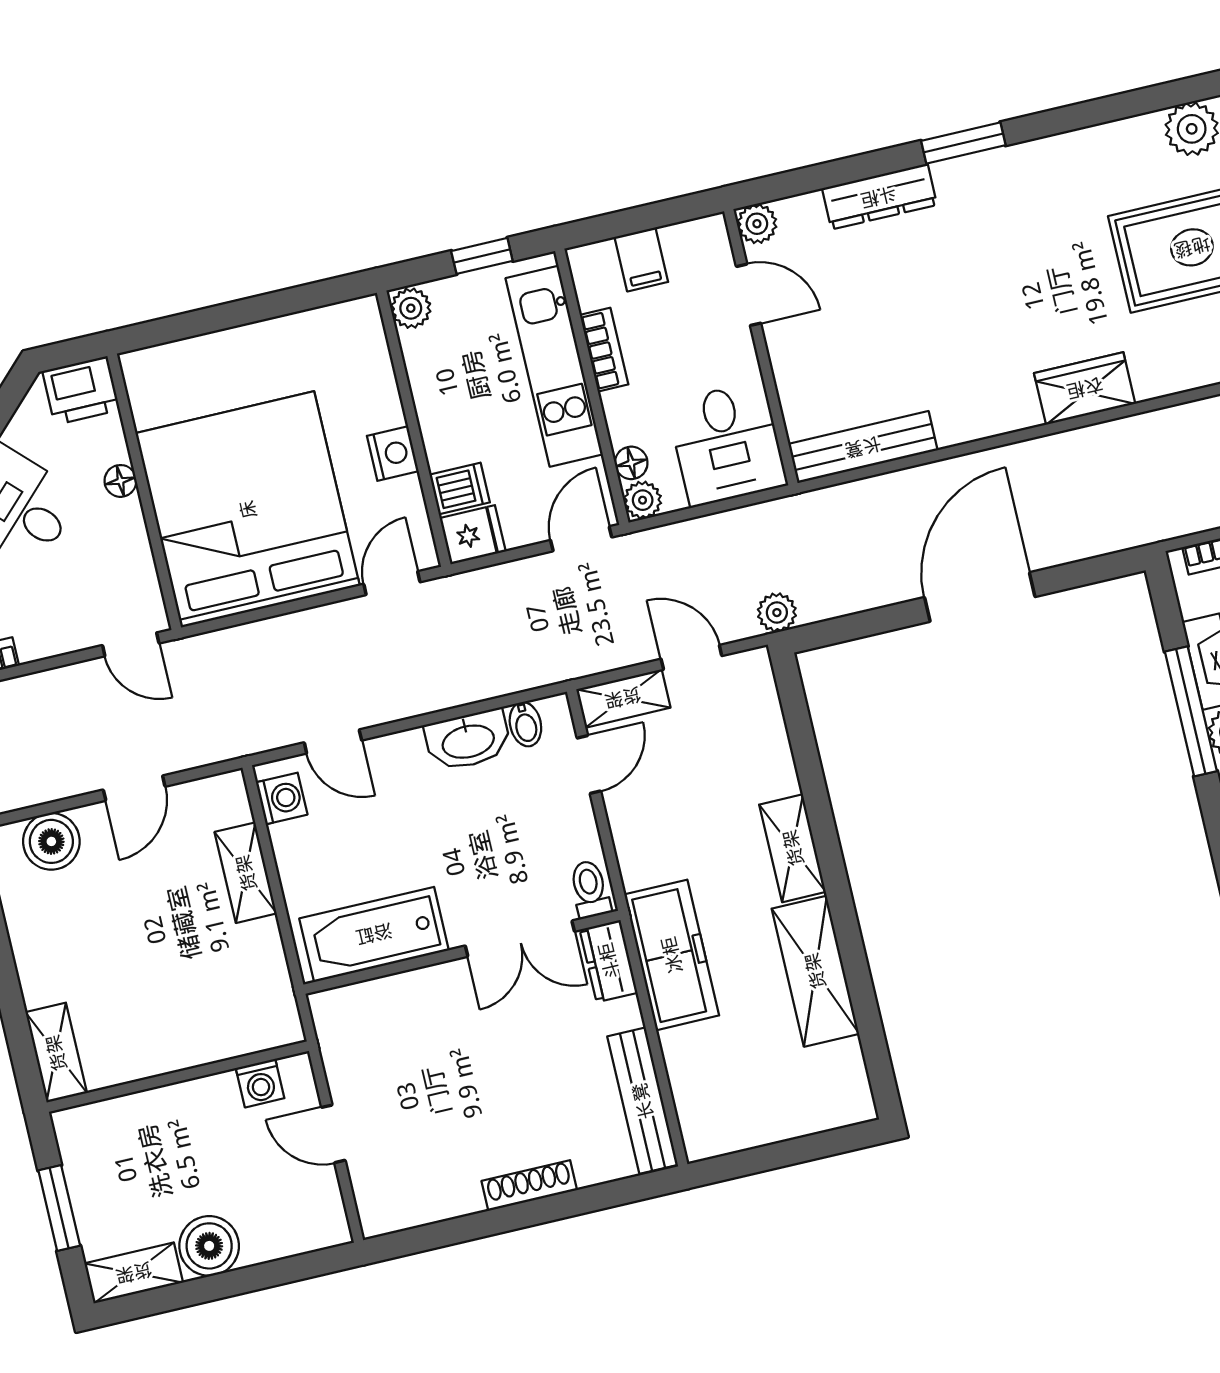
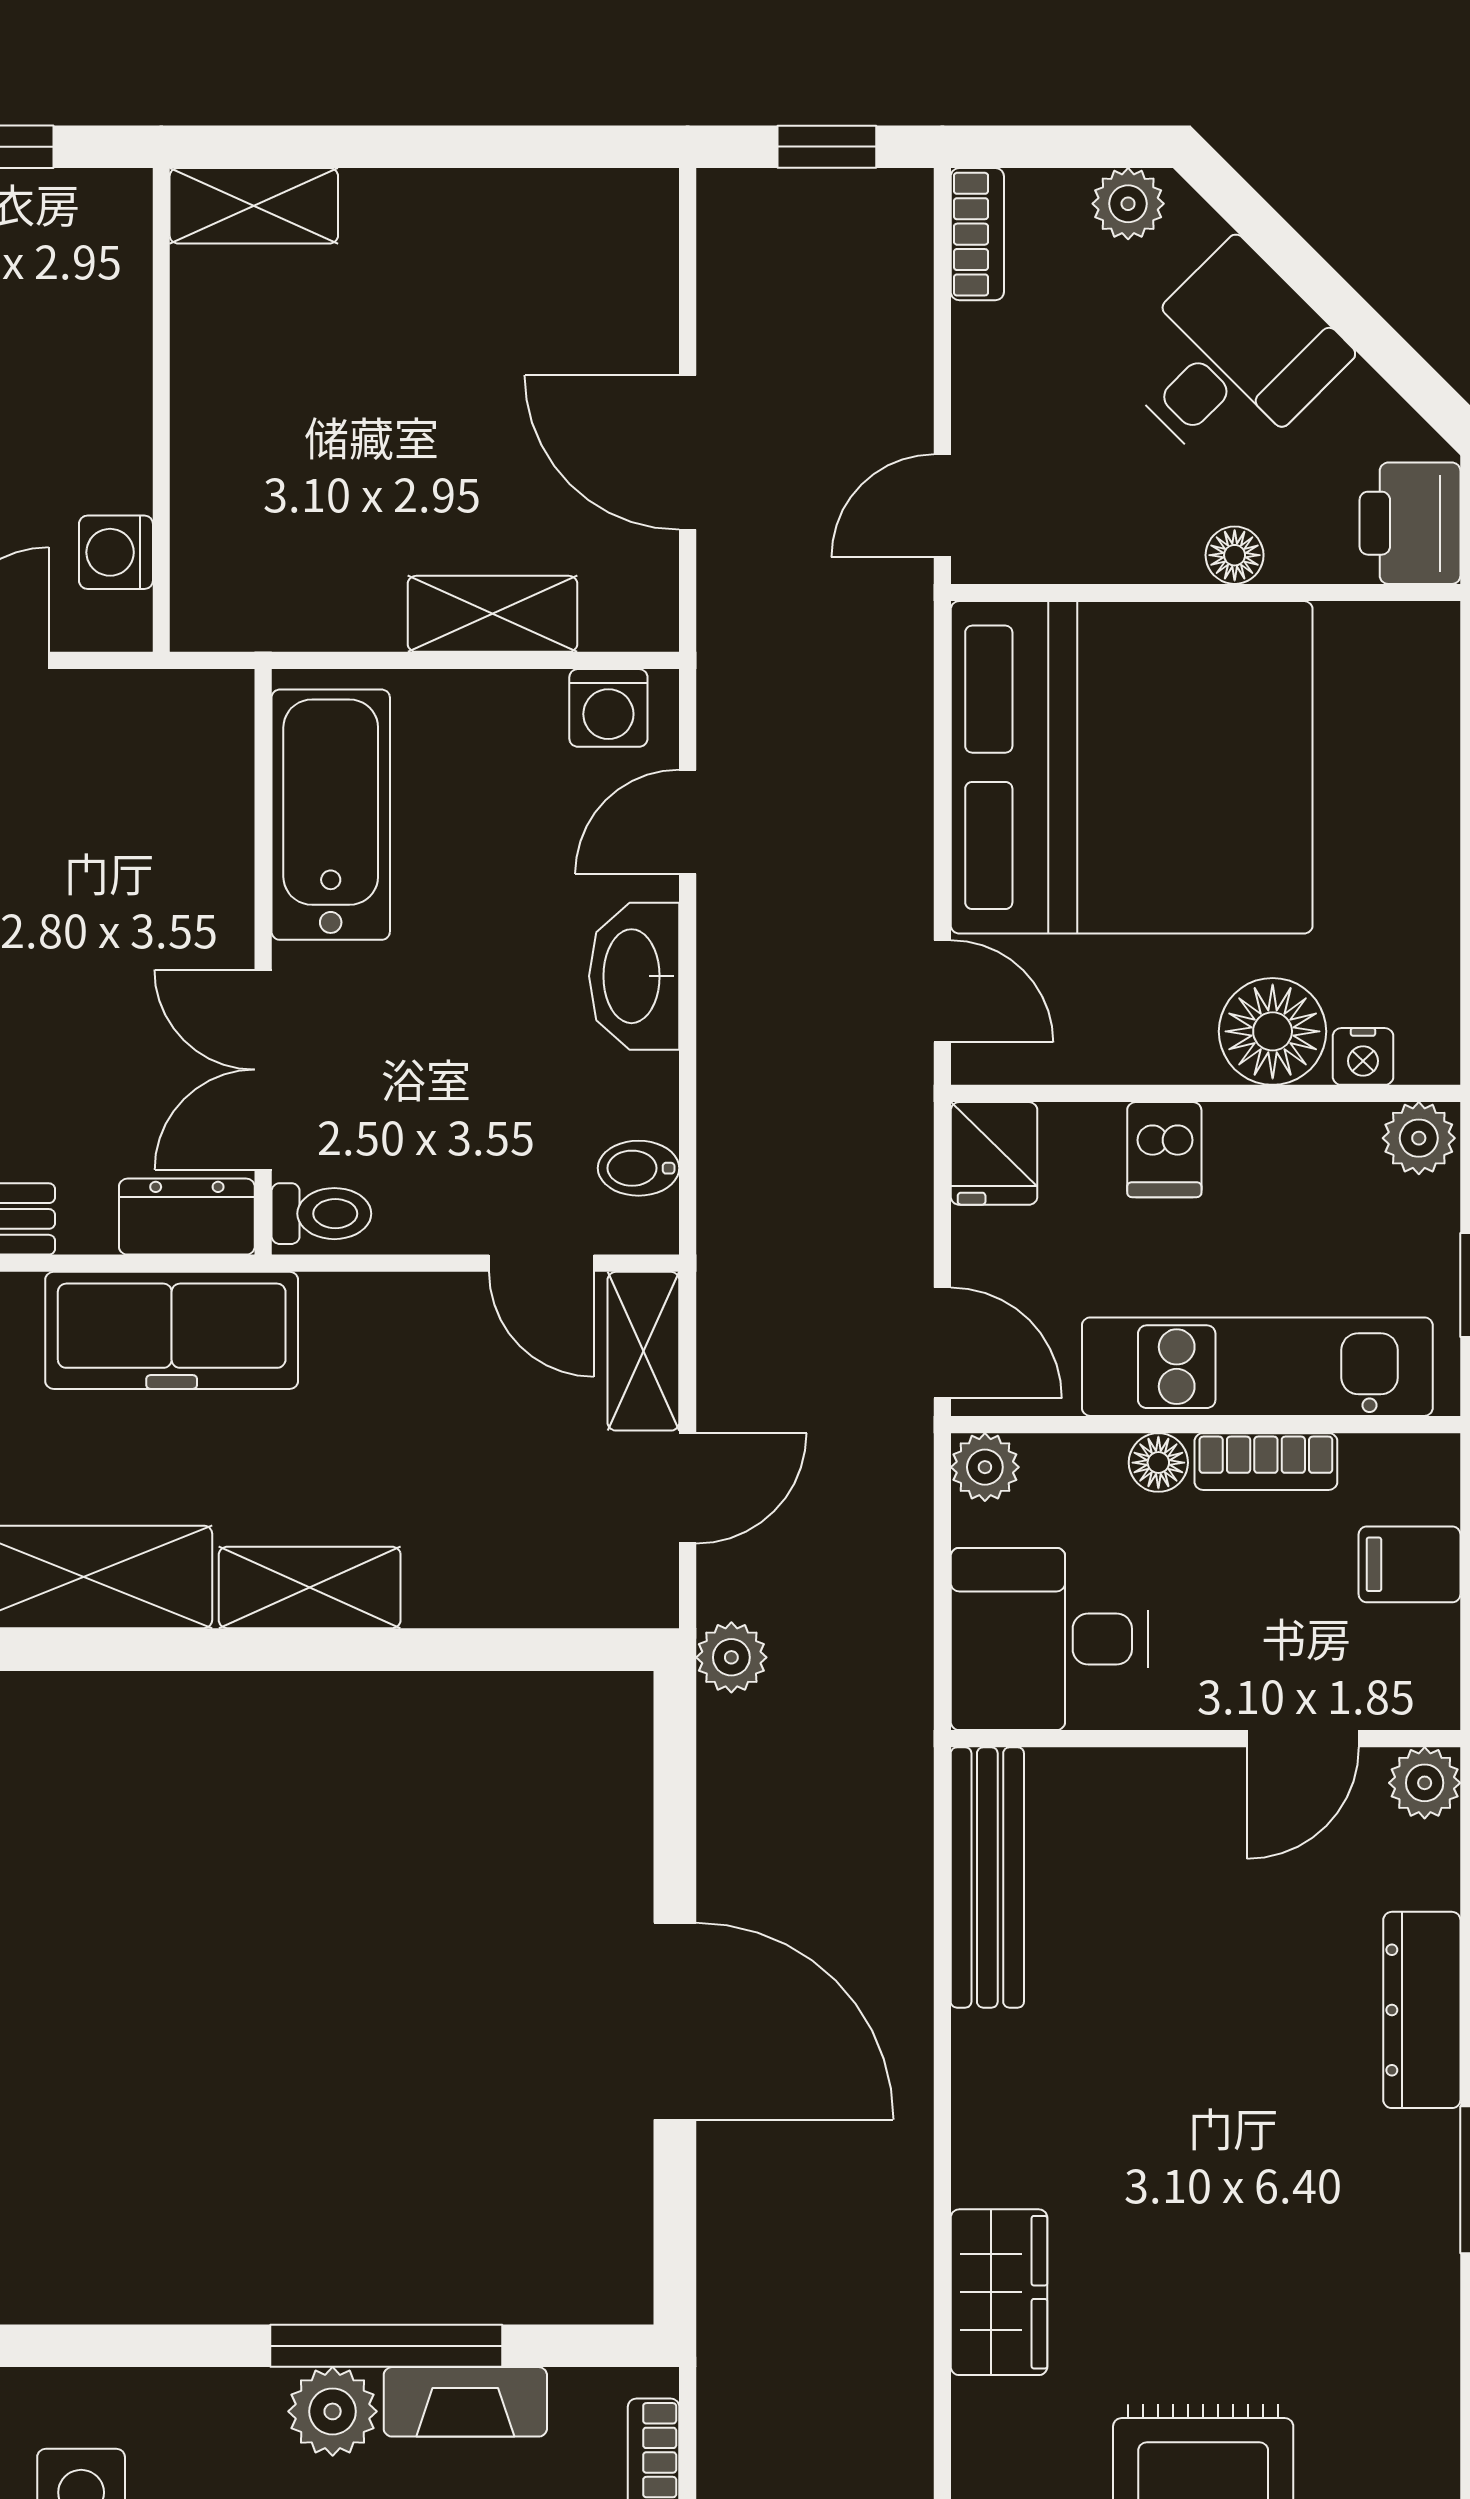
floor lamp: (372, 400) -> (1273, 1031), added
nightstand: (393, 453) -> (1363, 1056), moved, width x0.72, depth x0.74
floor lamp: (631, 463) -> (1158, 1463), moved
dishwasher: (460, 489) -> (1164, 1150), moved
washbasin: (468, 740) -> (634, 976), moved
door: (134, 788) -> (688, 452), width x1.38
boiler: (51, 841) -> (628, 284), removed

